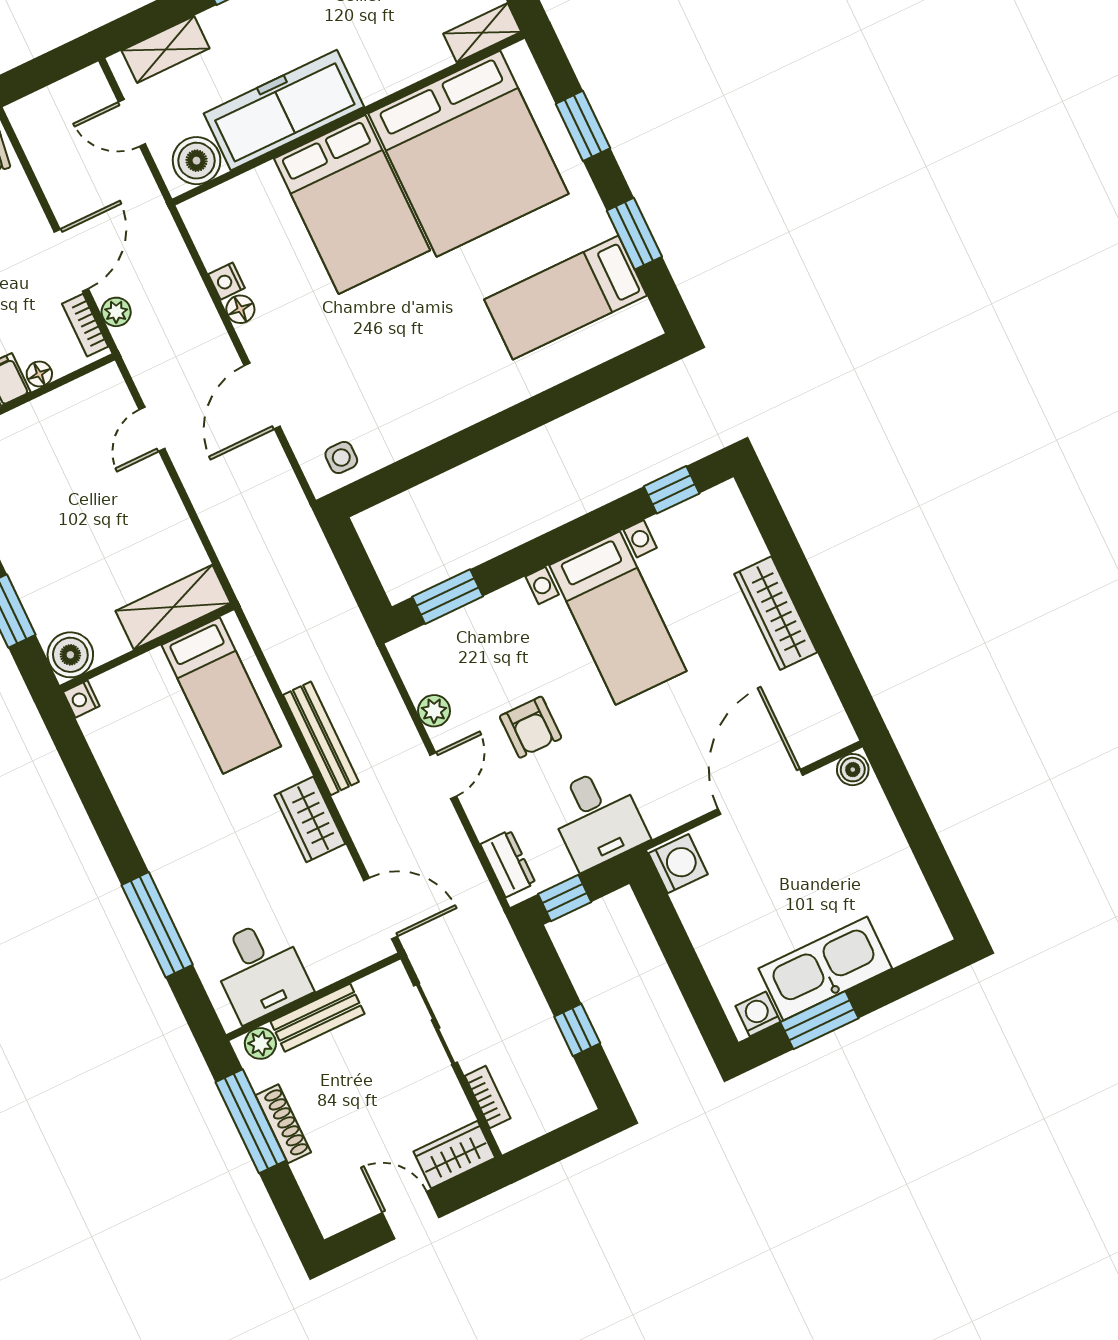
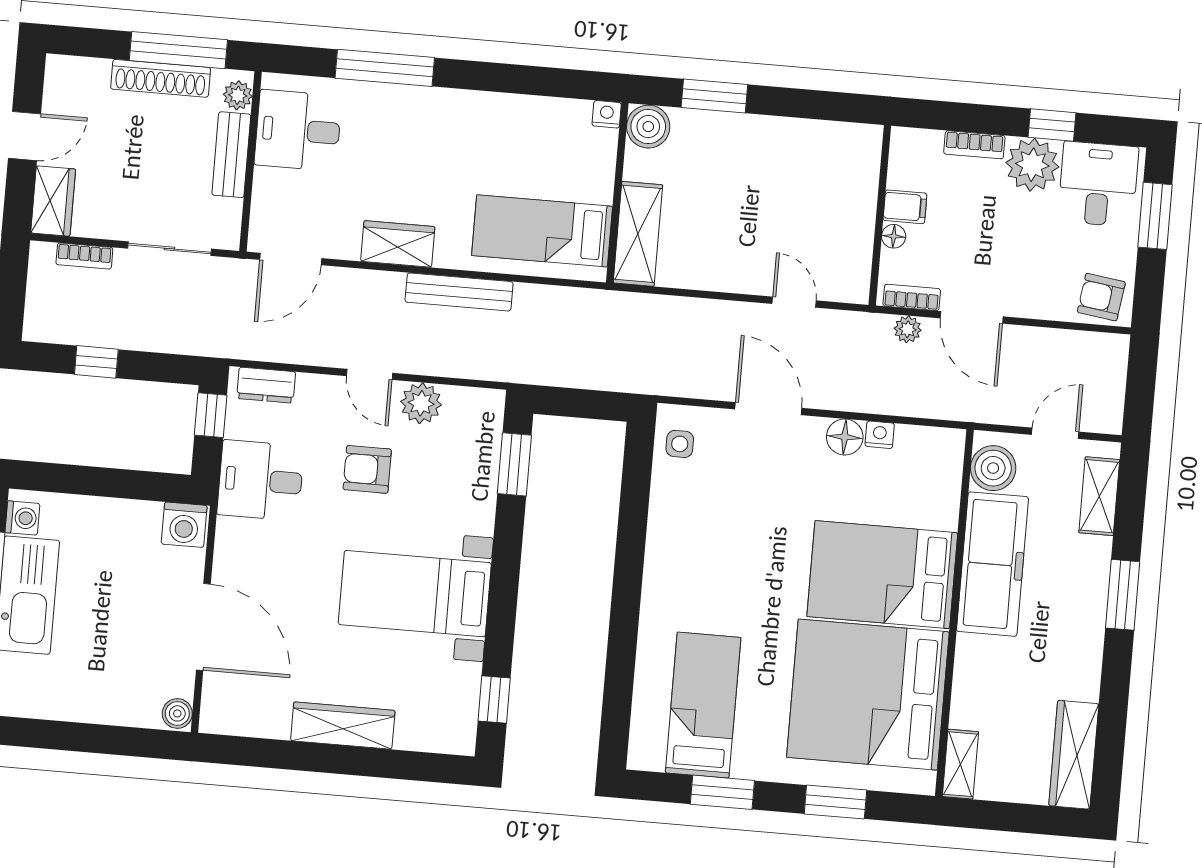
floor lamp: (240, 309) -> (845, 437), width x1.37, depth x1.37
plant: (434, 711) -> (421, 403), width x1.38, depth x1.38
shoe rack: (283, 1124) -> (161, 78), width x1.36, depth x1.24

